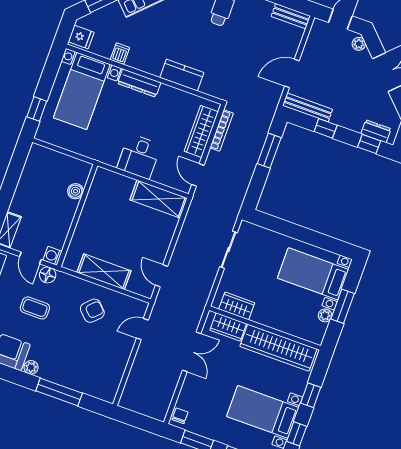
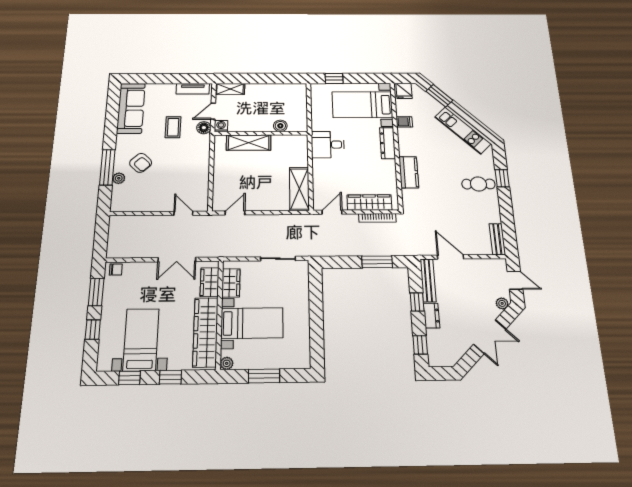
dresser: (376, 131) -> (432, 316), moved
desk: (139, 156) -> (328, 145), moved
shelving: (104, 272) -> (249, 143), moved, turned 90
bed with nightstands: (313, 274) -> (252, 323), moved, turned 90
armchair: (92, 311) -> (141, 163), moved
plant: (325, 315) -> (227, 363), moved
plant: (31, 367) -> (119, 178), moved

